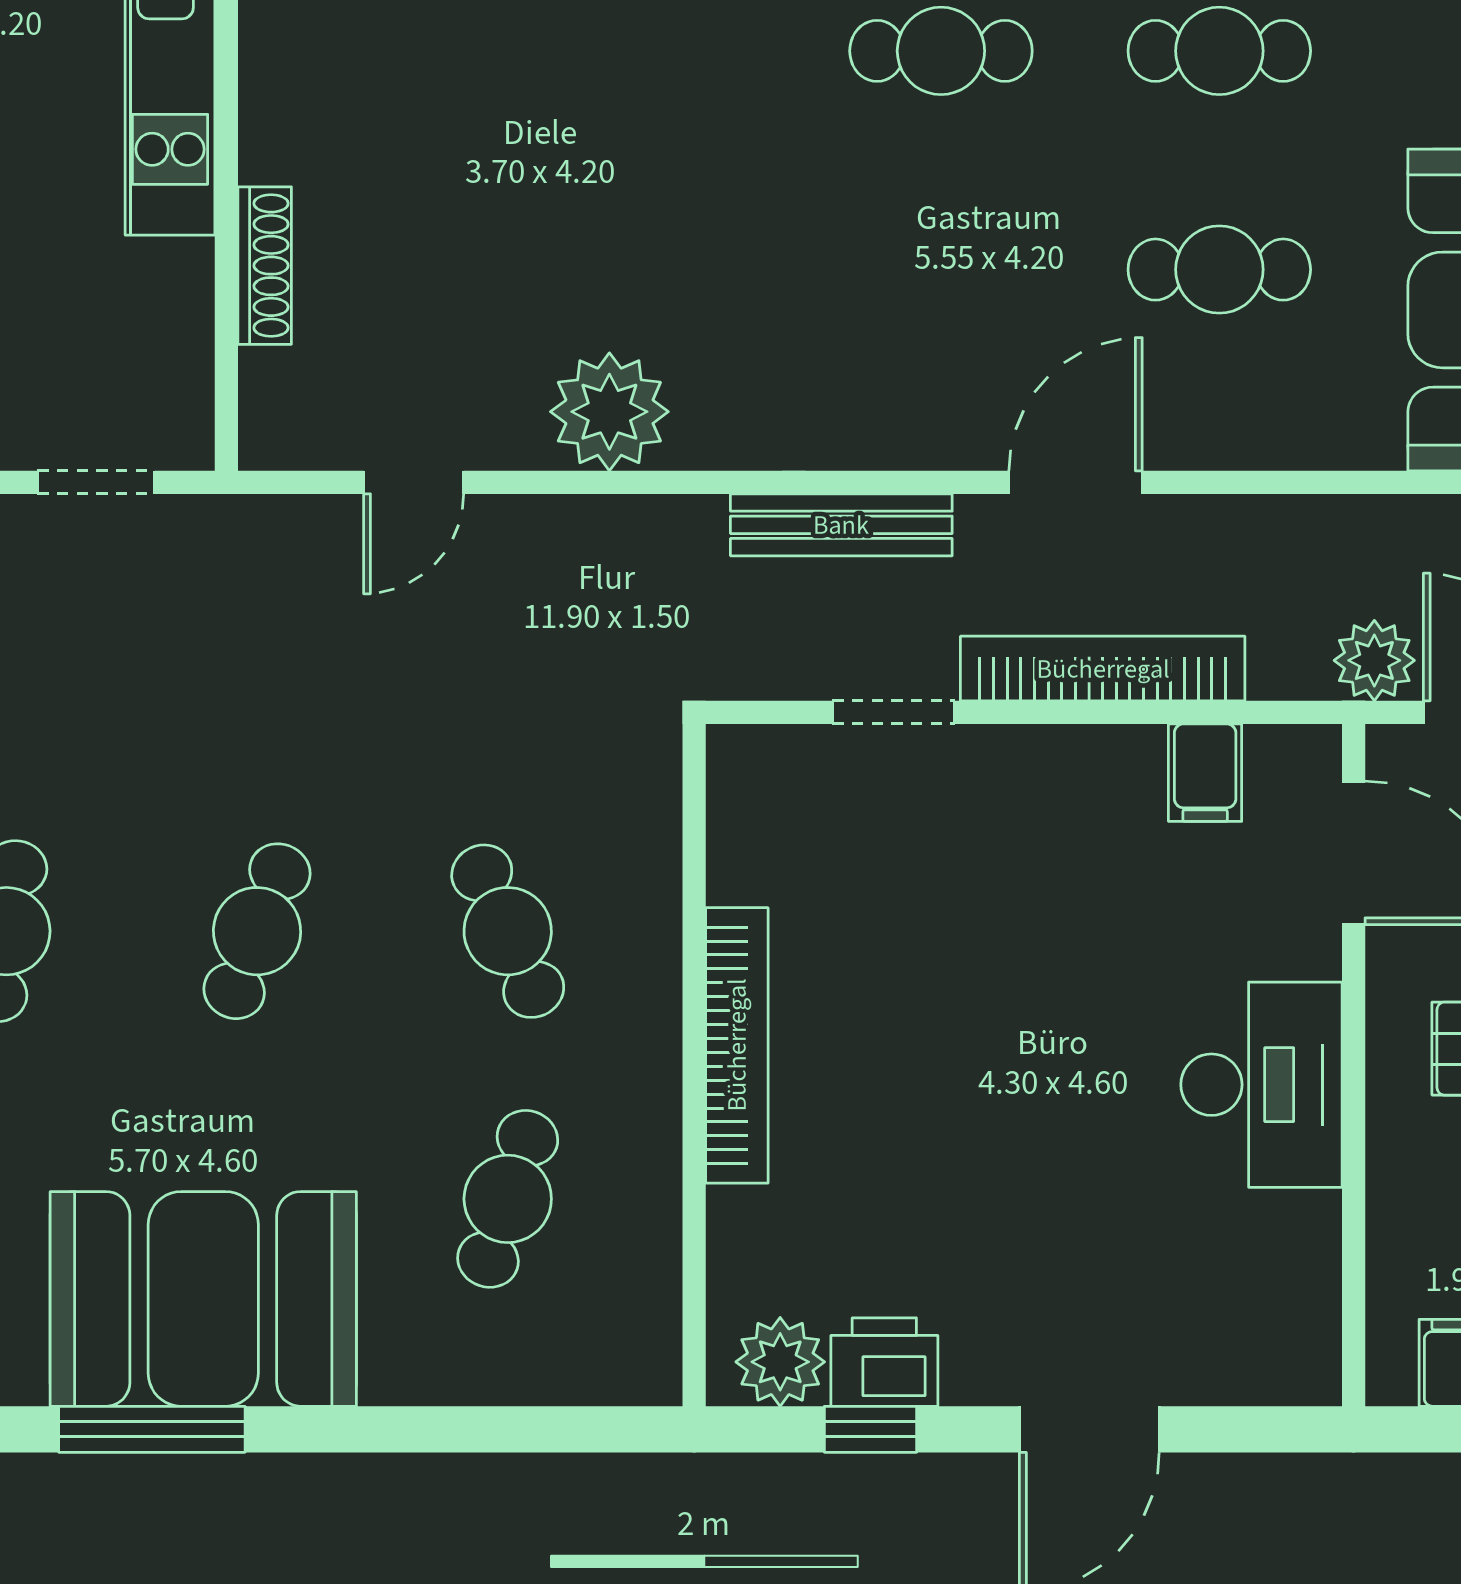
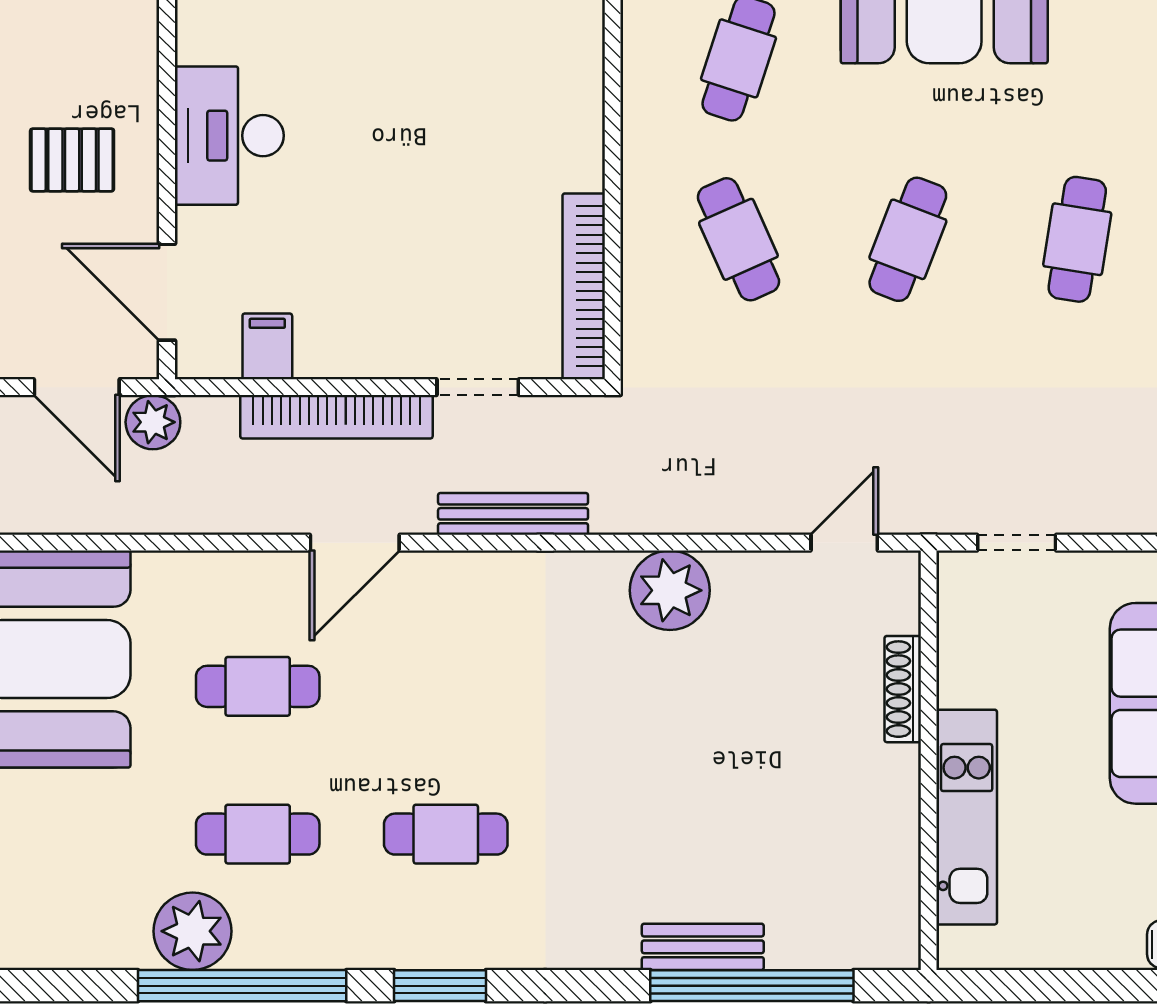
door: (414, 482) -> (844, 543), moved
bookcase: (737, 1045) -> (584, 286), moved

